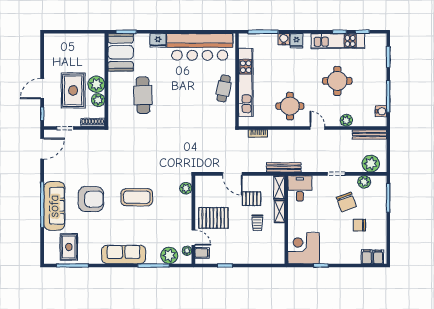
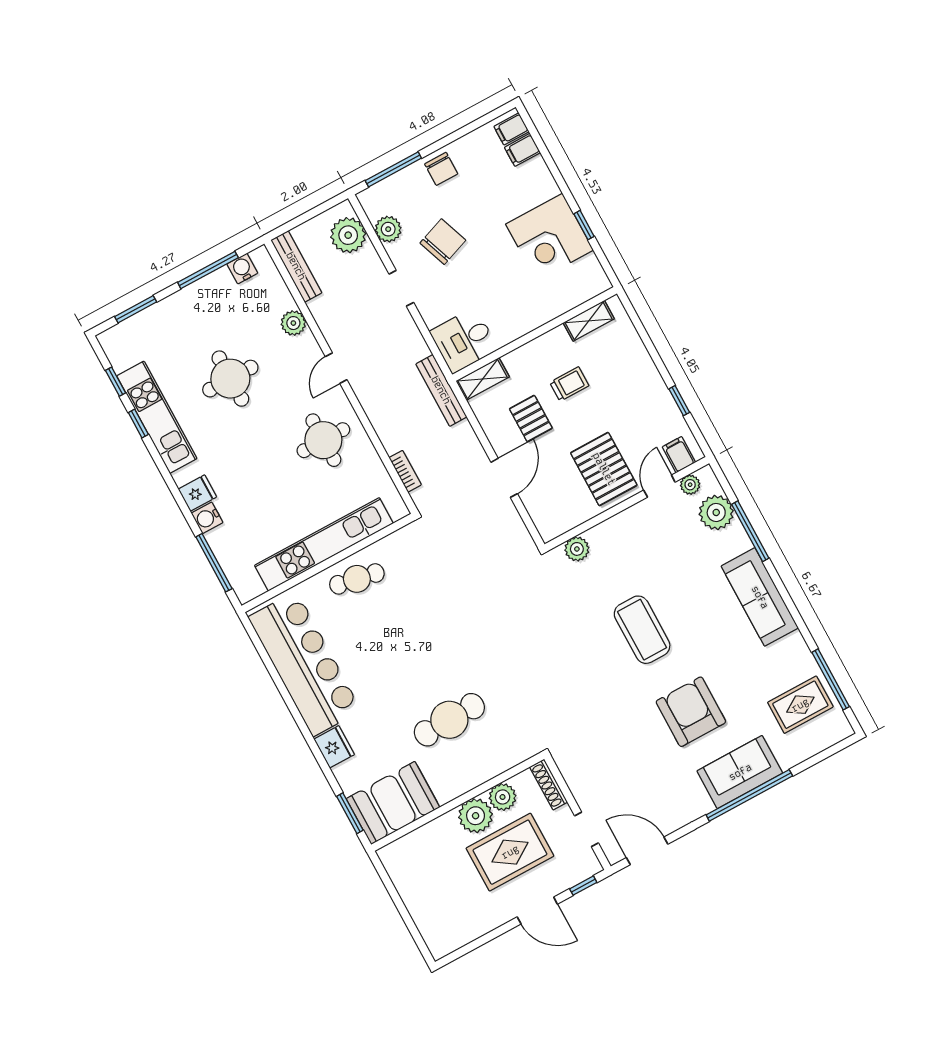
sofa: (54, 206) -> (740, 772), width x0.73
shelving: (279, 211) -> (589, 321), moved
chair: (359, 225) -> (441, 169), moved
corner desk: (304, 248) -> (549, 237), moved

